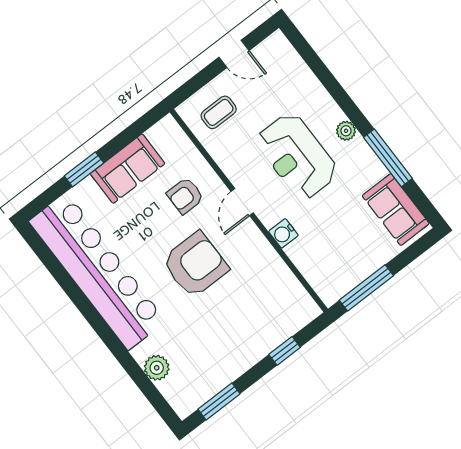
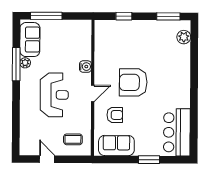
plant: (346, 131) -> (25, 63), moved
sofa: (128, 169) -> (116, 145), moved
bar counter: (97, 271) -> (177, 132), width x0.54
window: (366, 288) -> (46, 16), moved
plant: (157, 368) -> (184, 37), moved

